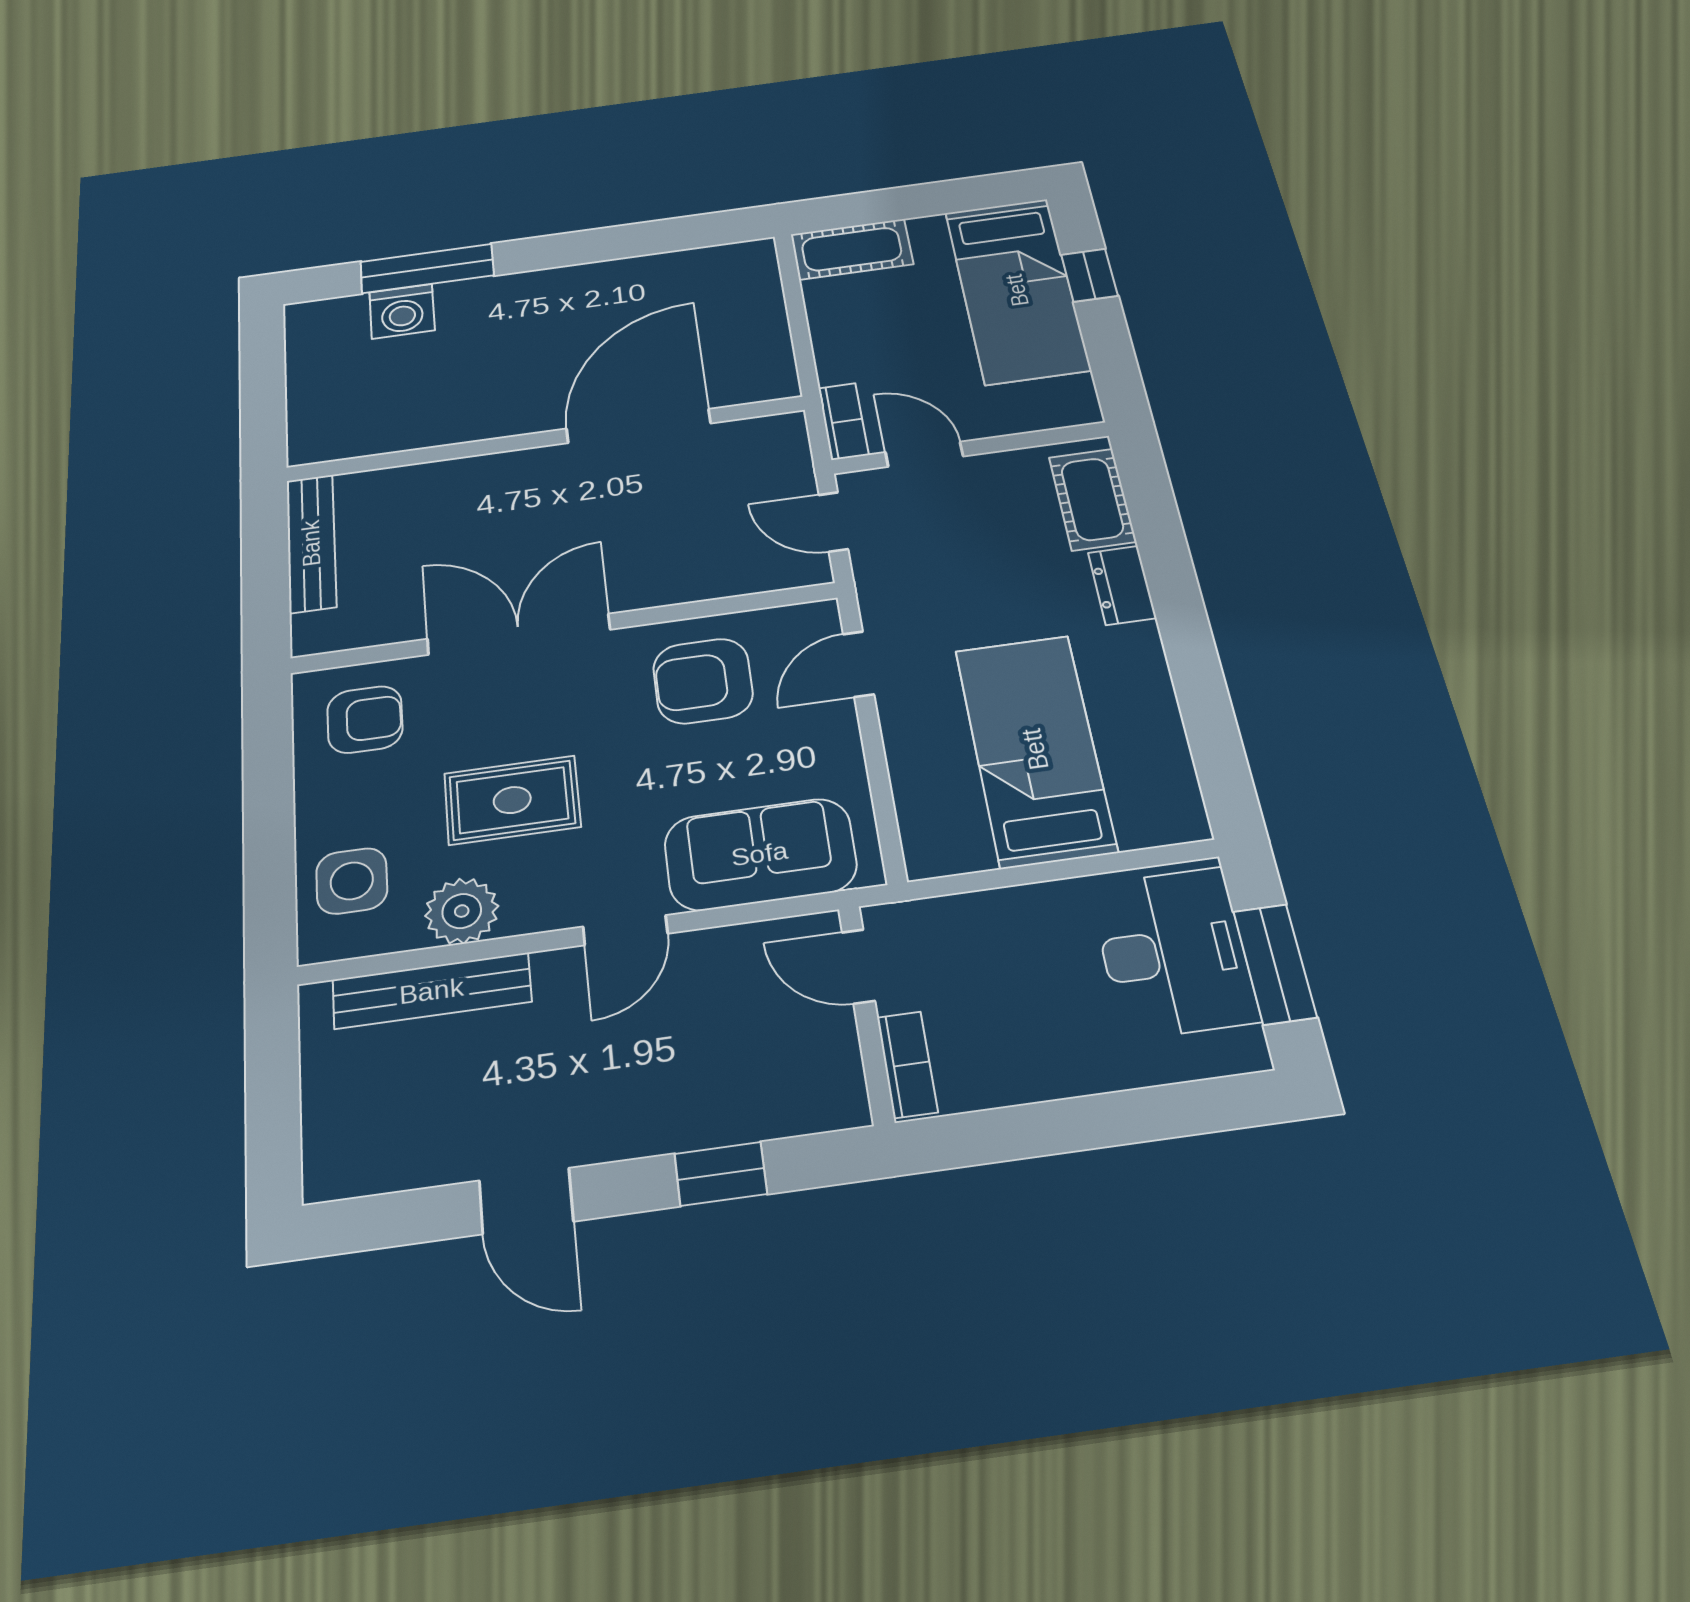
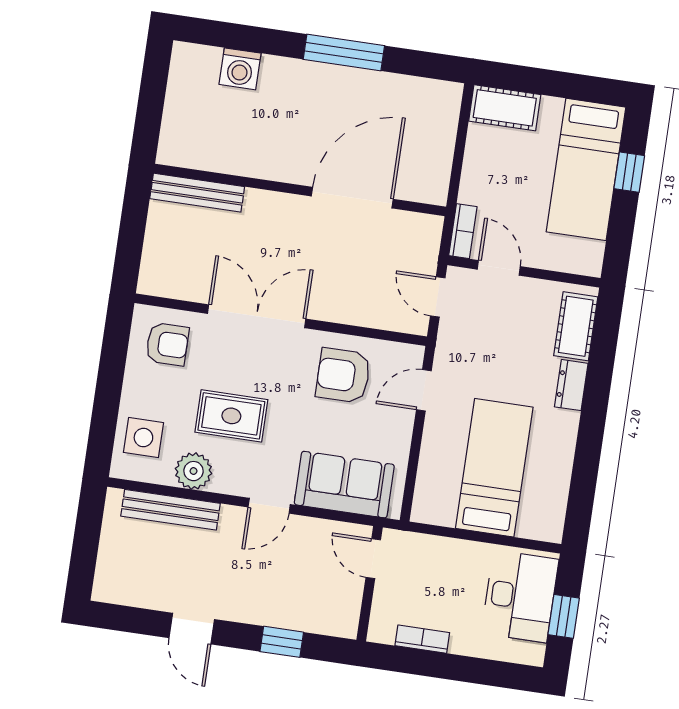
window: (427, 269) -> (344, 52), moved
bench: (311, 543) -> (197, 193), moved, turned 90
window: (1275, 964) -> (564, 616), width x0.67
bookcase: (907, 1064) -> (422, 639), moved, turned -90

